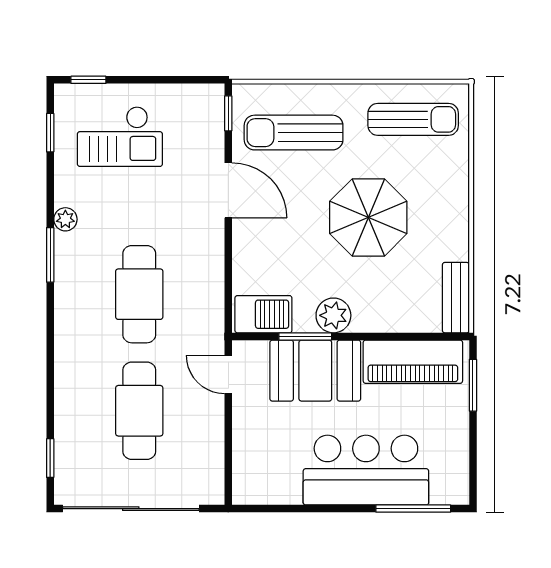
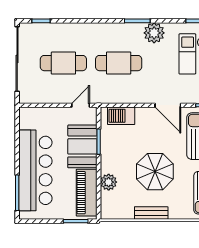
door: (228, 190) -> (168, 105), hinge flipped
plant: (65, 219) -> (154, 33), width x1.87, depth x1.87
bench: (456, 298) -> (151, 213), moved
barbecue: (263, 314) -> (121, 116), moved, turned 90
plant: (333, 315) -> (109, 182), moved
bar counter: (366, 470) -> (35, 170), width x1.36

